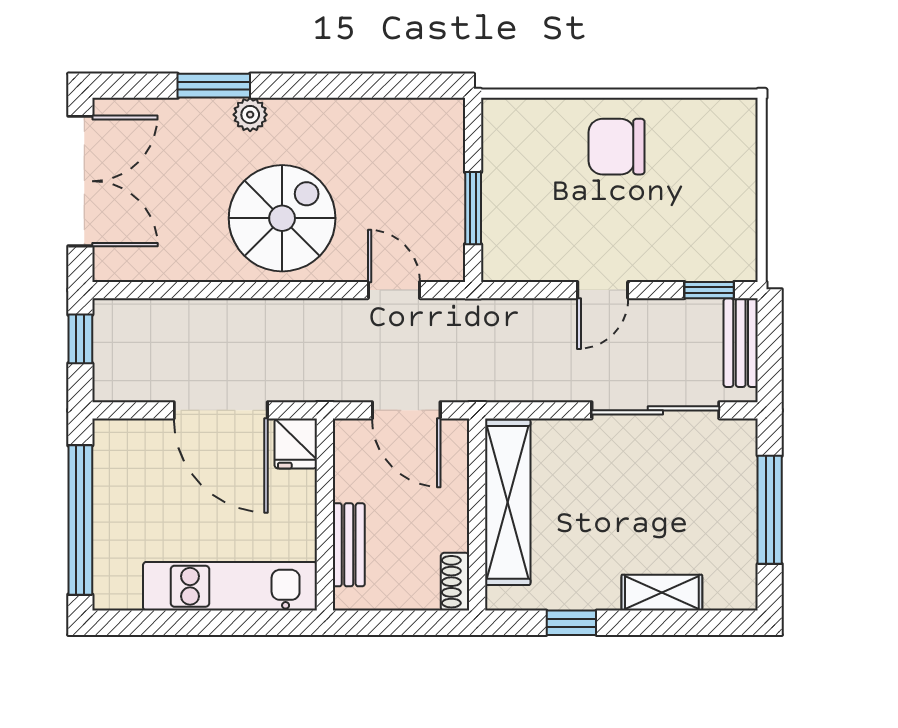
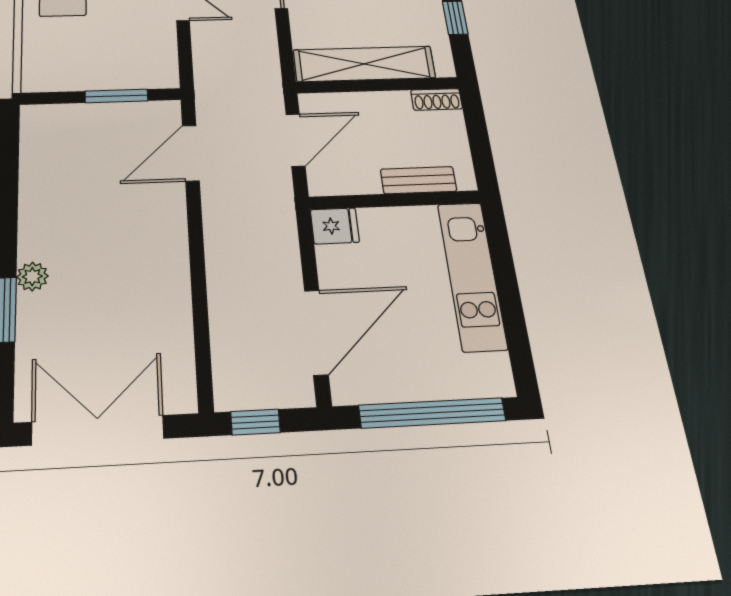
spiral stairs: (282, 218) -> (130, 245), removed
door: (394, 290) -> (191, 153), width x1.38
door: (221, 410) -> (316, 332), moved

